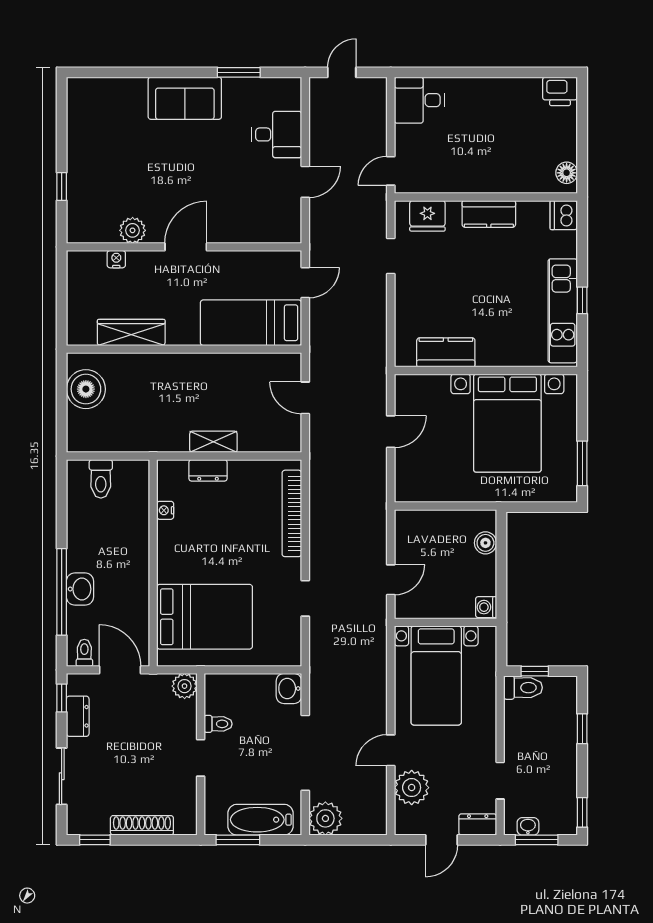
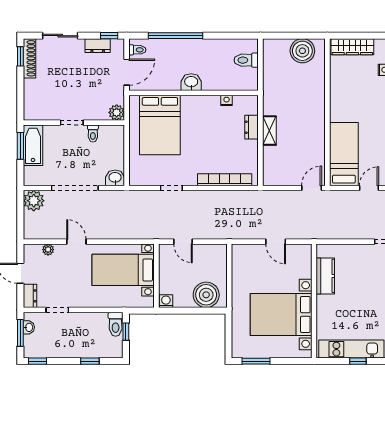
door: (305, 283) -> (369, 188), swing flipped
wardrobe: (131, 332) -> (352, 47), moved, turned 90
door: (305, 398) -> (312, 188), moved
boiler: (485, 543) -> (206, 295), width x1.86, depth x1.86
washbasin: (80, 589) -> (191, 82), moved, turned 180
plant: (412, 788) -> (48, 250), width x0.53, depth x0.53
bathtub: (261, 820) -> (33, 145), moved
shoe rack: (142, 825) -> (29, 58), moved

